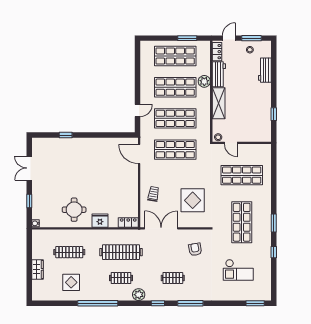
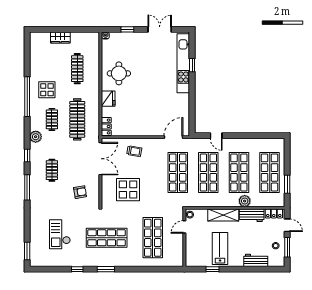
lab bench: (253, 107) -> (220, 249), added
kitchen unit: (64, 144) -> (183, 63), added
display table: (71, 282) -> (47, 90), moved

